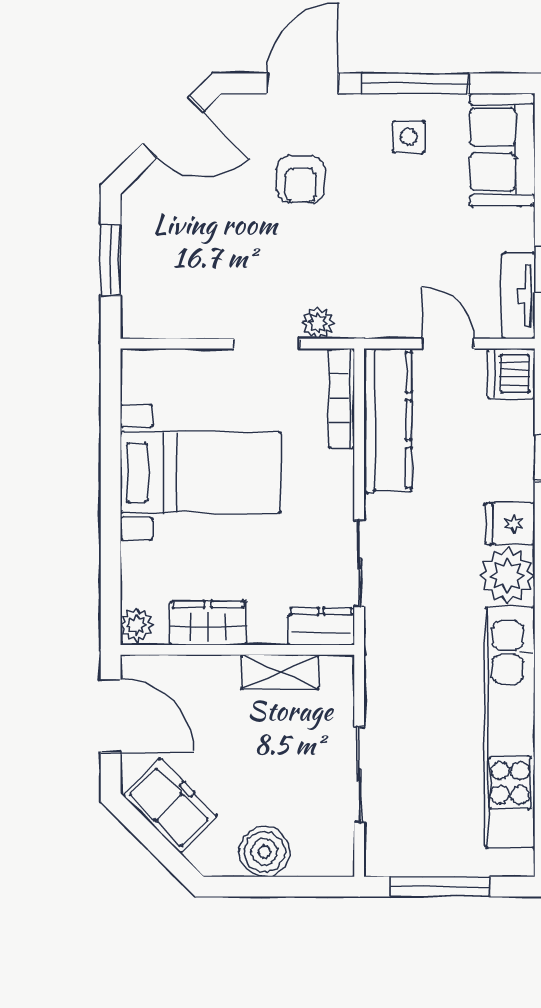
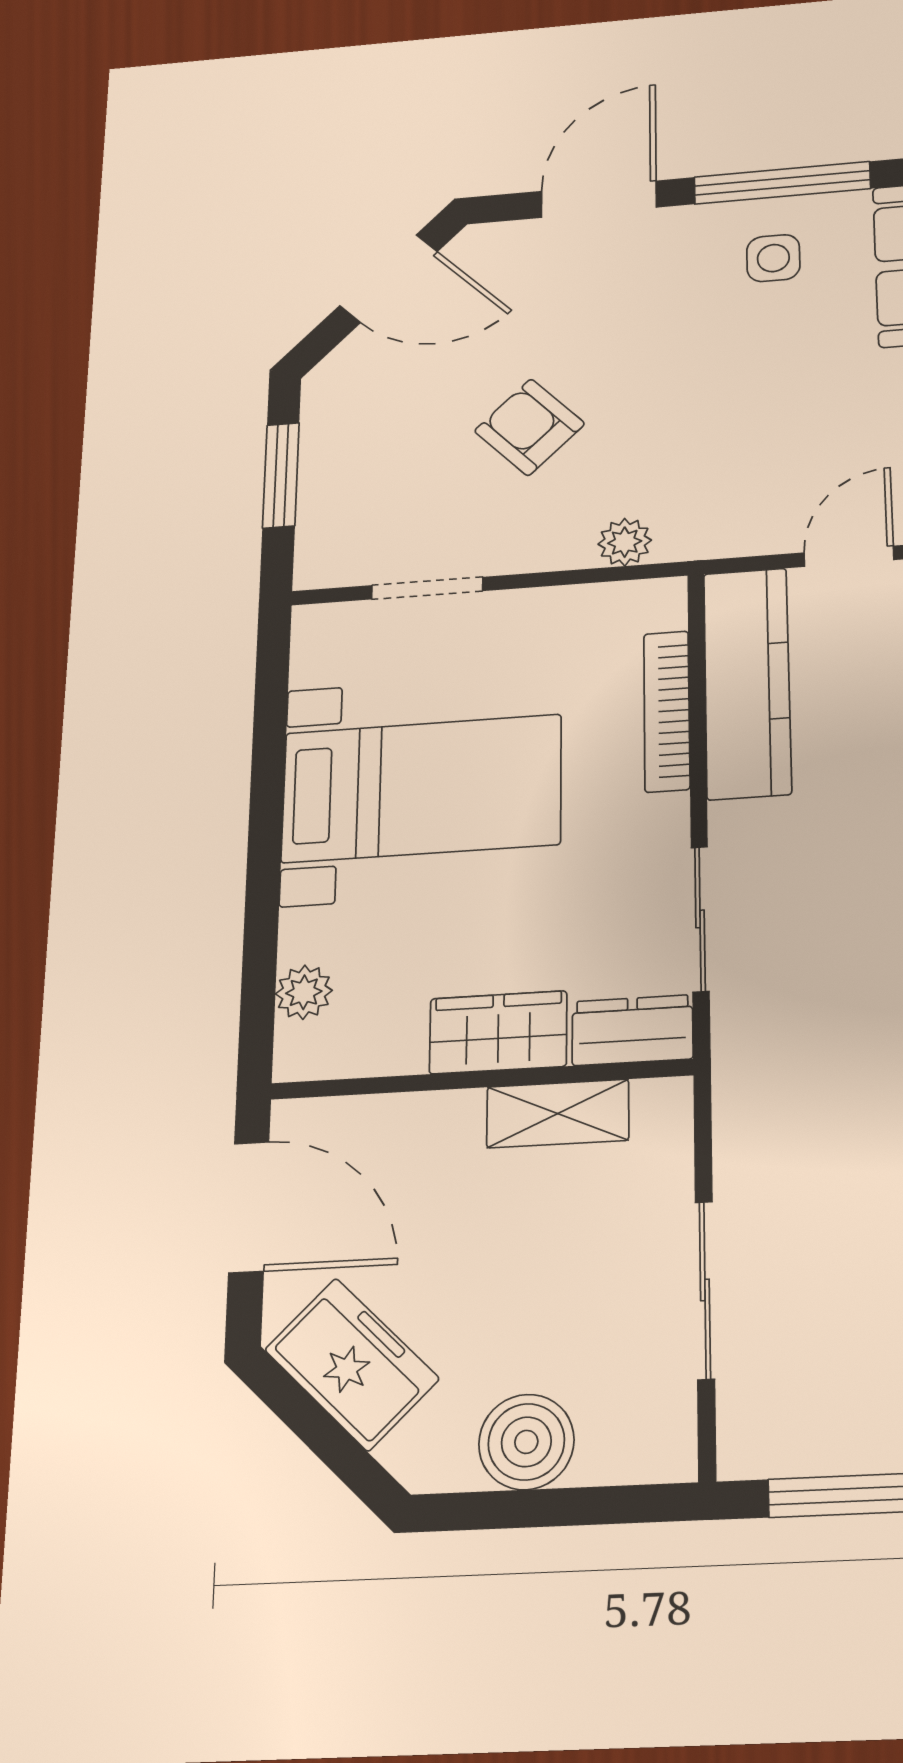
armchair: (301, 179) -> (530, 427), moved, turned 136
doorway: (266, 344) -> (427, 588), moved
door: (448, 344) -> (849, 556), hinge flipped
bookcase: (342, 398) -> (667, 711), moved
wardrobe: (208, 623) -> (498, 1032), moved
plant: (137, 625) -> (304, 992), moved

